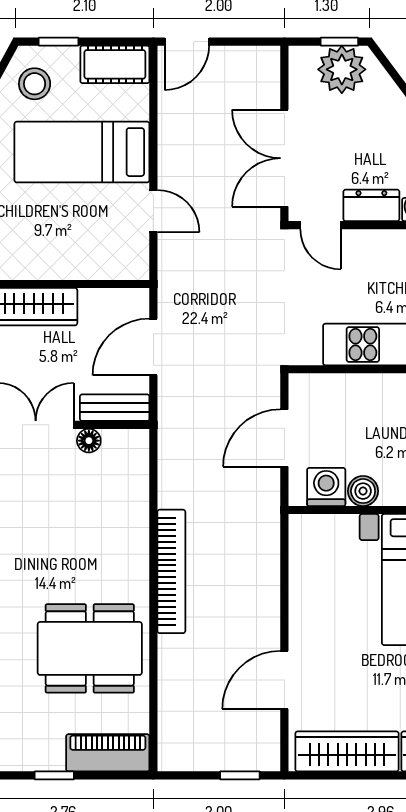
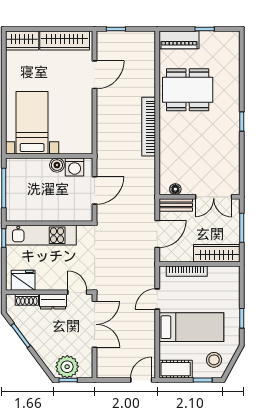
door: (153, 211) -> (157, 299), hinge flipped
bookcase: (92, 269) -> (187, 271), added
floor lamp: (89, 441) -> (175, 189), moved

